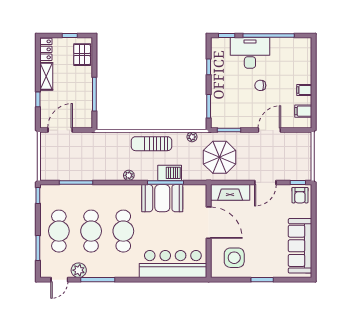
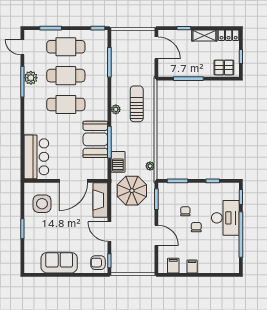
chair: (243, 98) -> (185, 211), added
sun lounger: (151, 144) -> (137, 104), moved
barbecue: (170, 173) -> (118, 162), moved
sofa: (300, 246) -> (59, 263), width x0.73
bar counter: (173, 264) -> (36, 157), width x0.73
plant: (79, 270) -> (31, 78), moved

